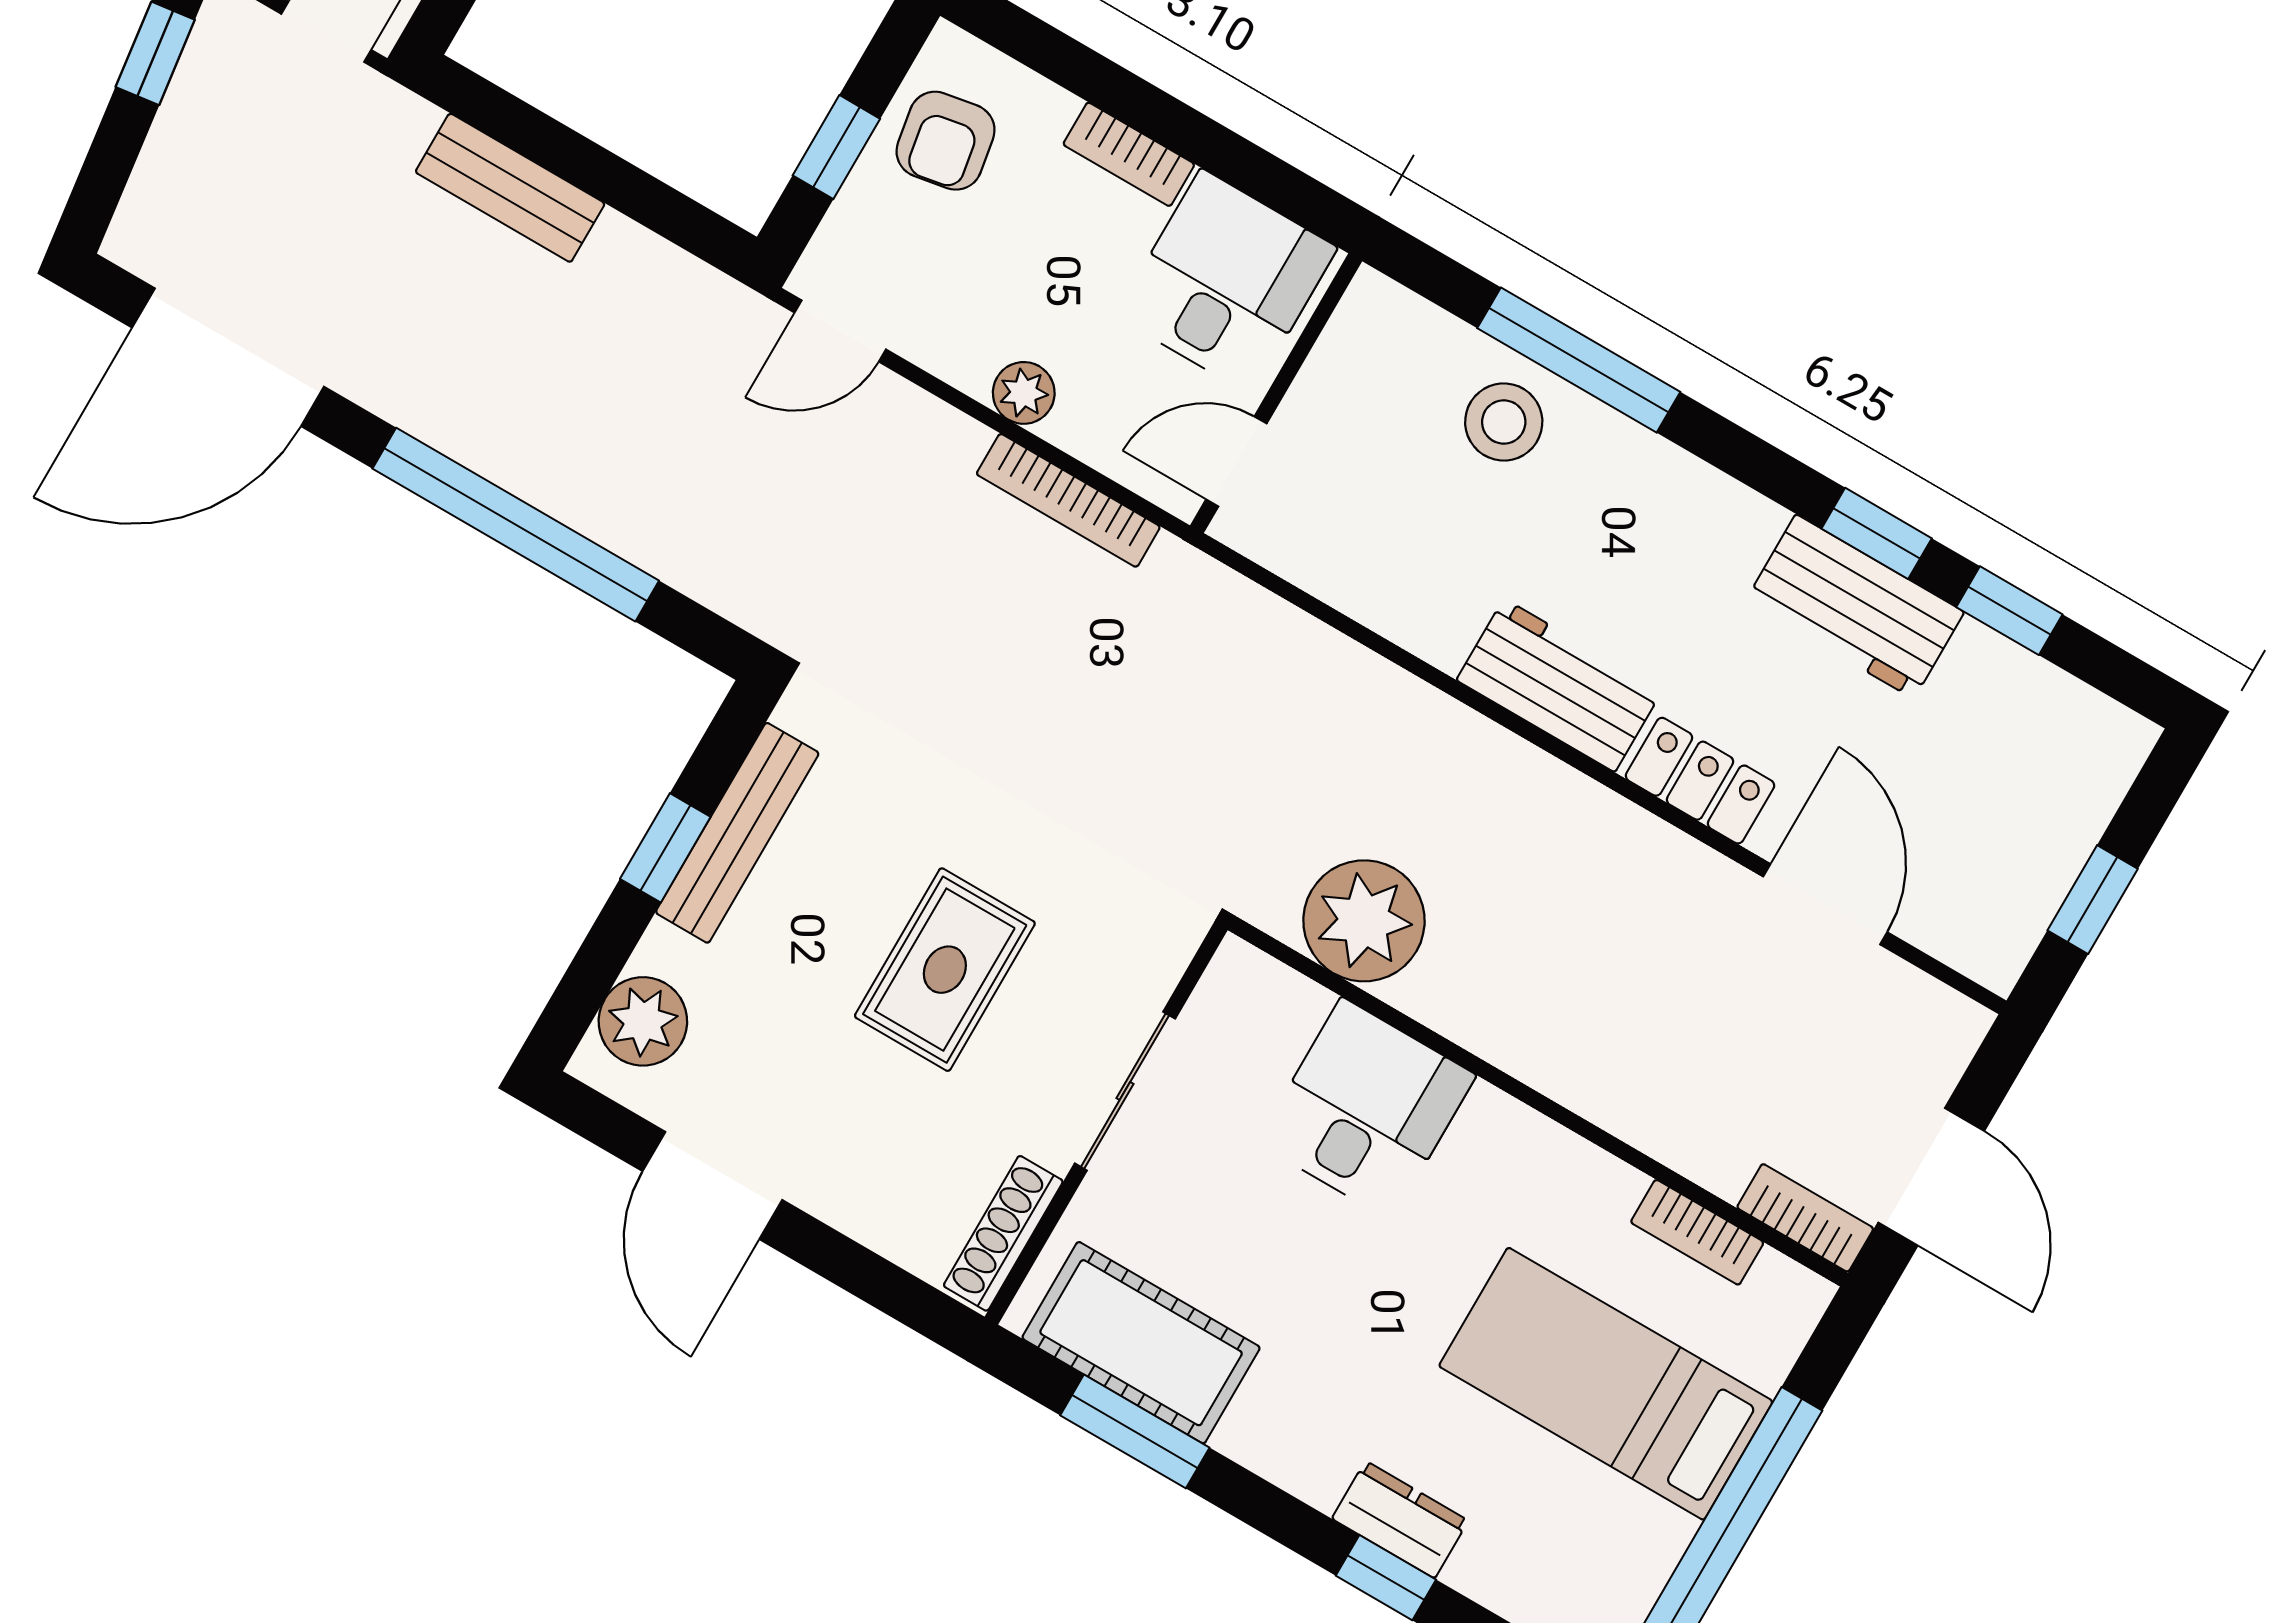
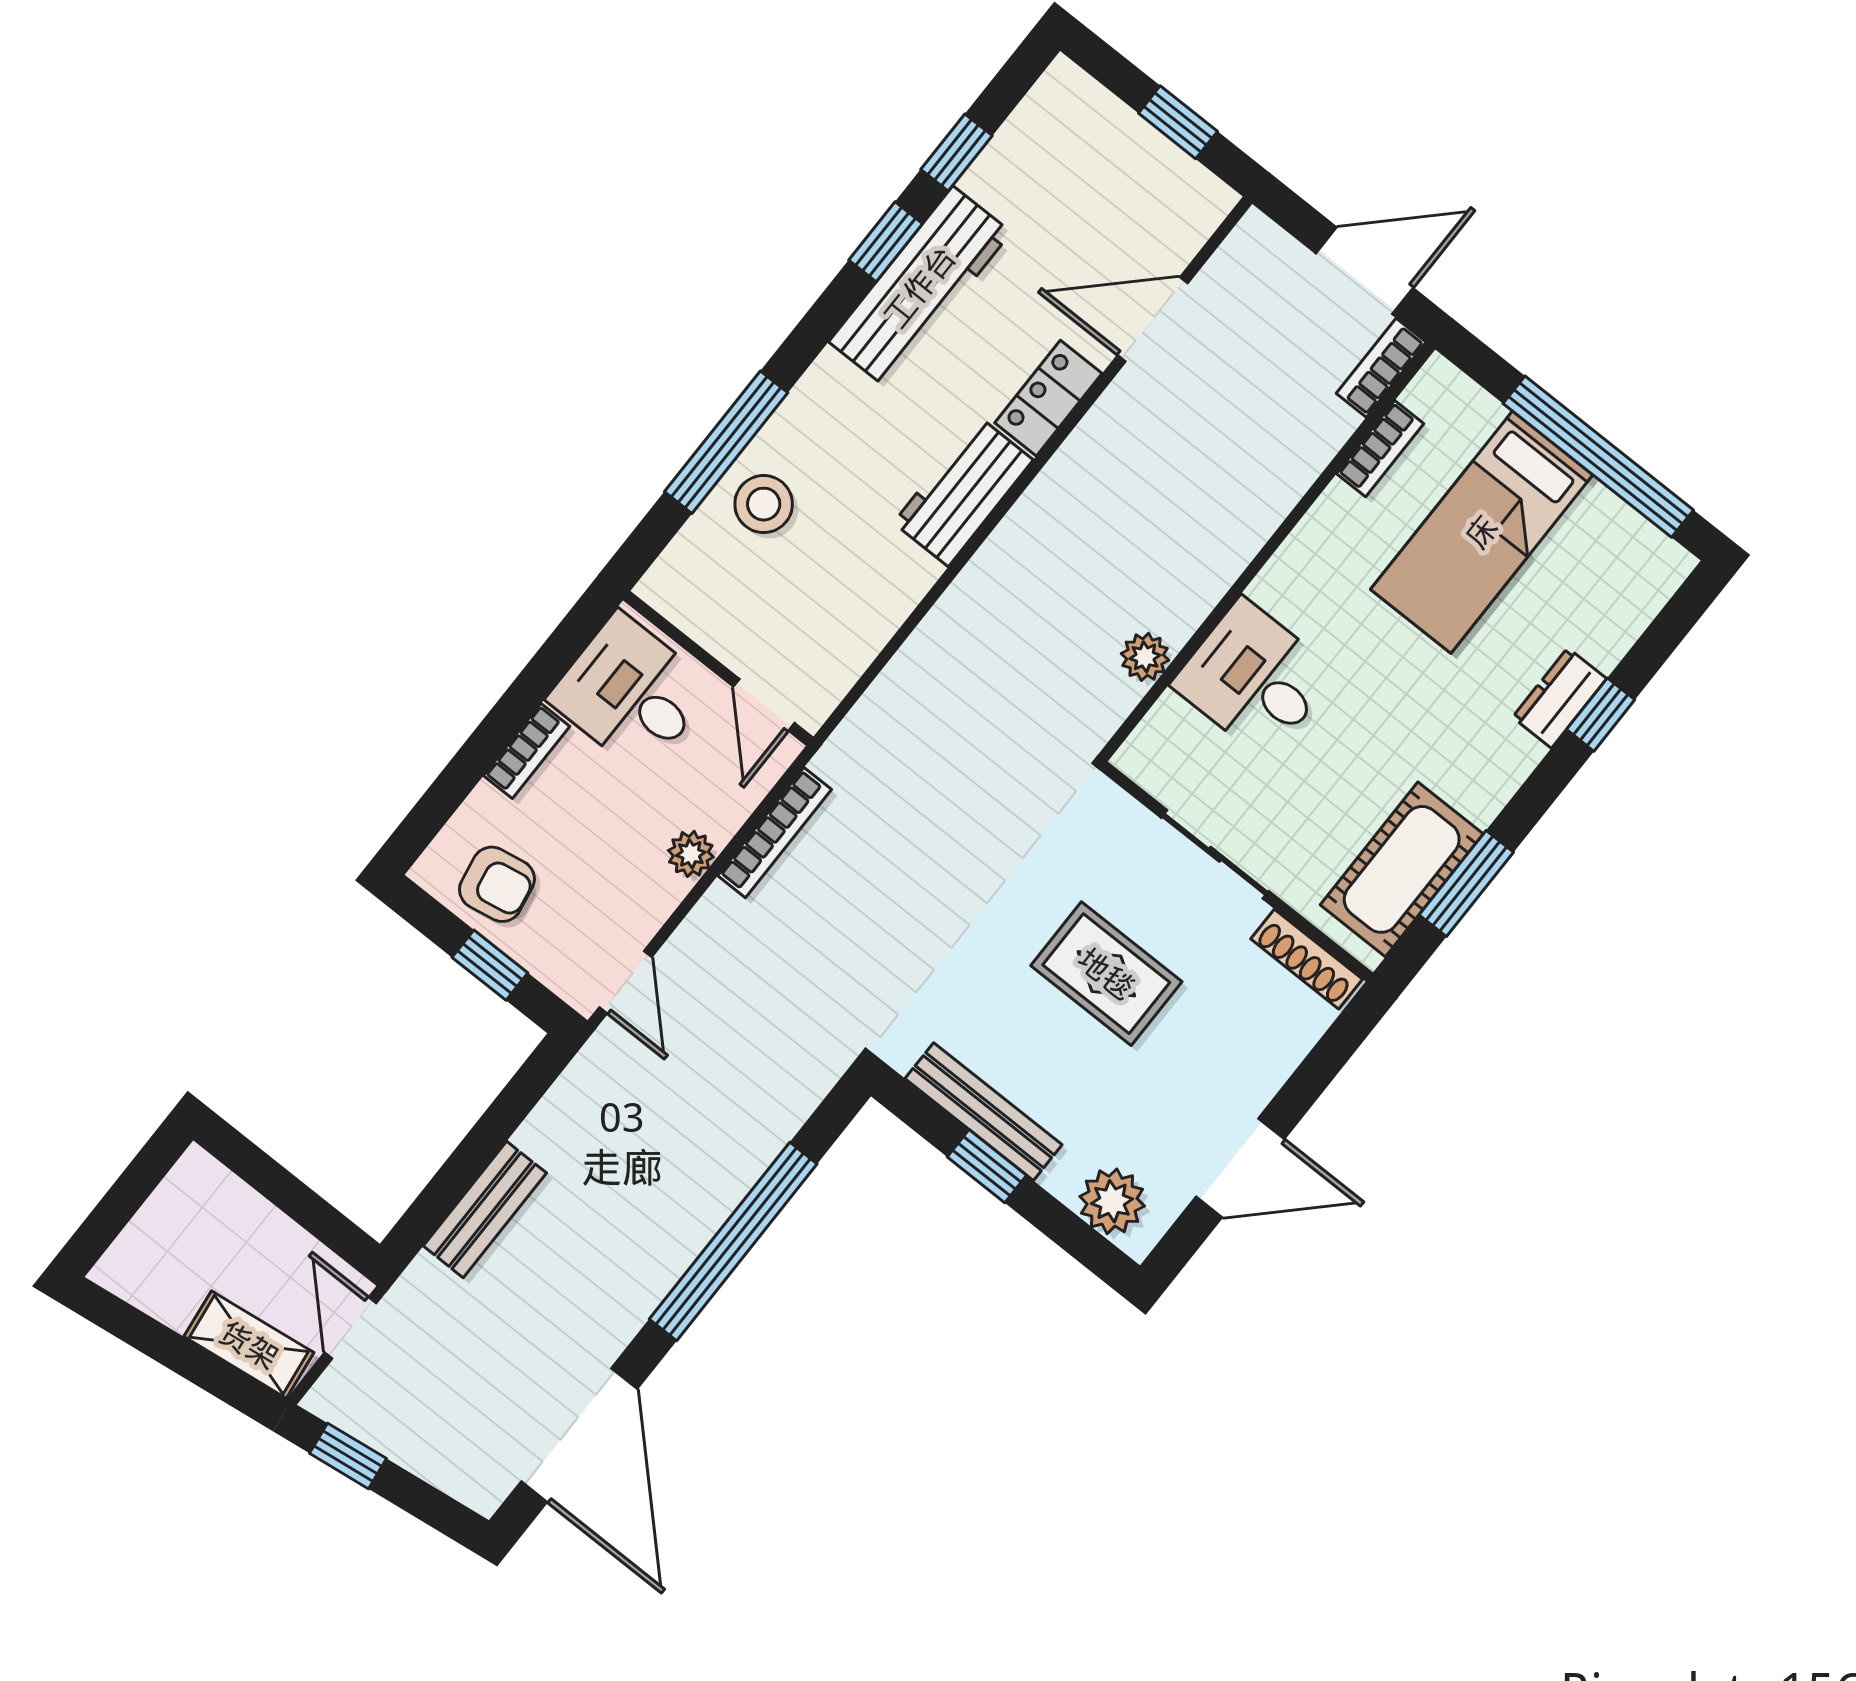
workbench: (1855, 606) -> (920, 287), width x1.38
plant: (1364, 921) -> (1145, 657), width x0.53, depth x0.53

